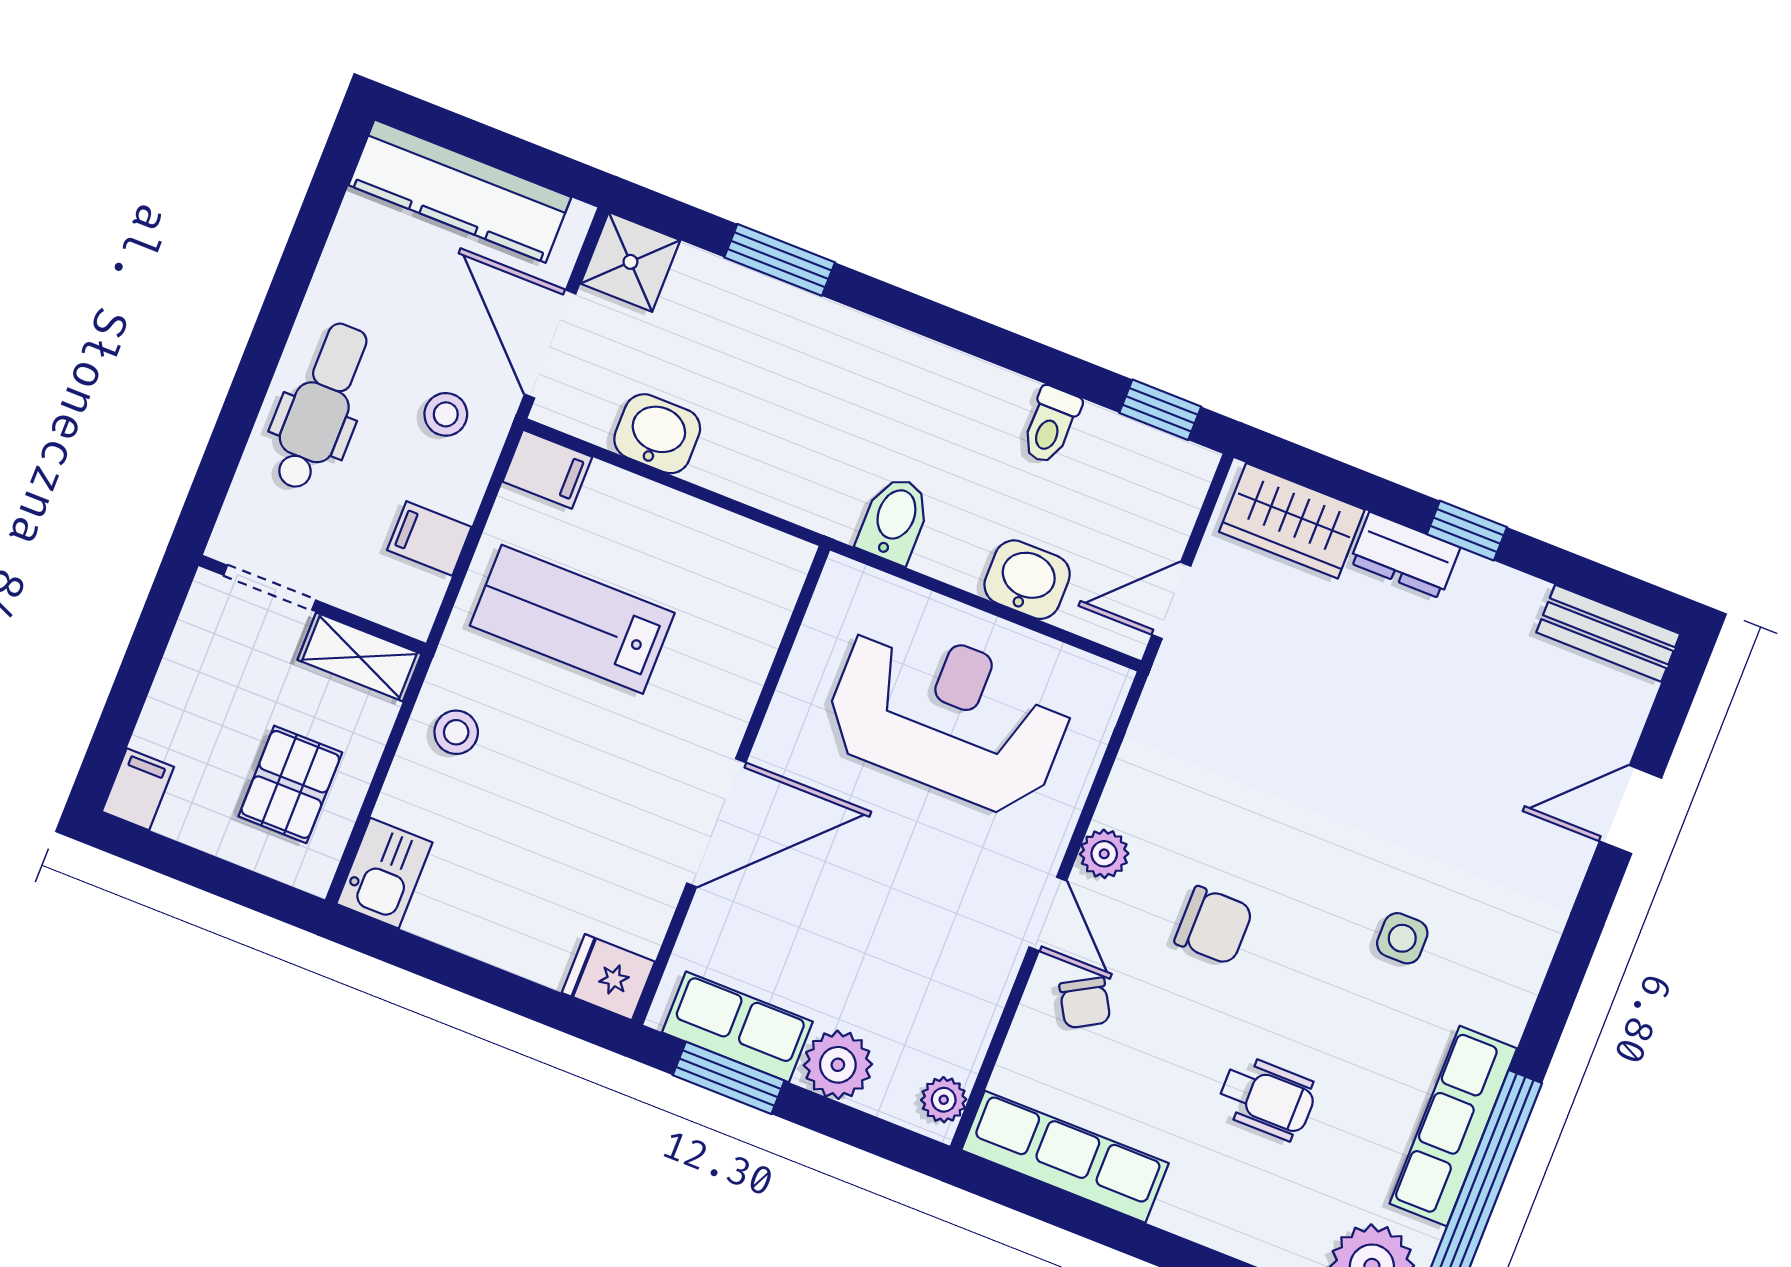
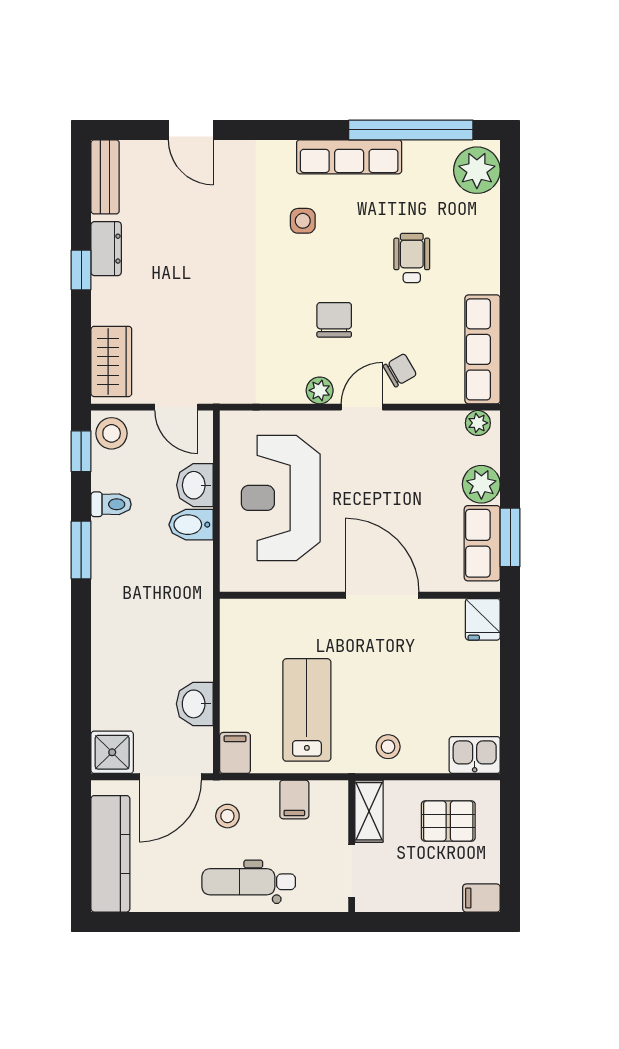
window: (780, 260) -> (81, 550), moved
stool: (1170, 473) -> (112, 433), added
bidet: (894, 520) -> (191, 525), moved
dresser: (1405, 555) -> (106, 249), moved
lab bench: (572, 619) -> (307, 710), turned 180
row of seats: (1453, 1126) -> (349, 157), moved

